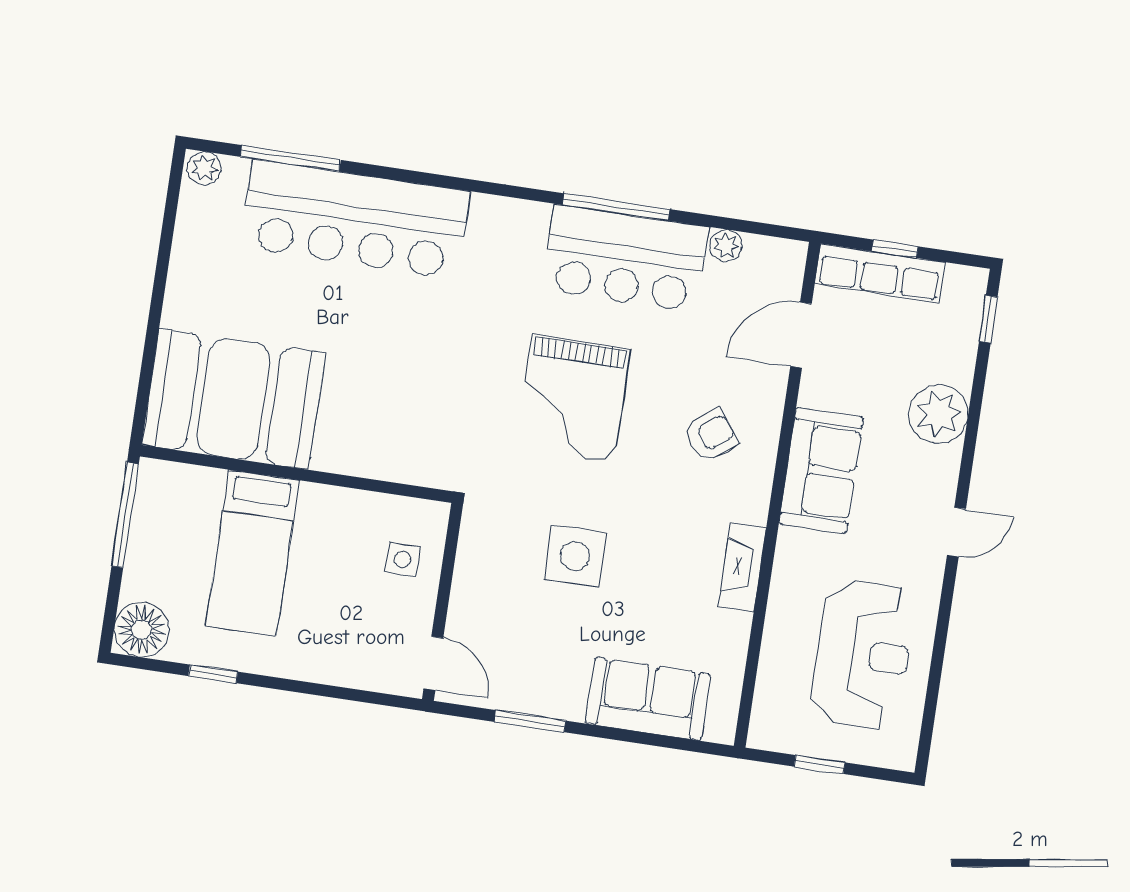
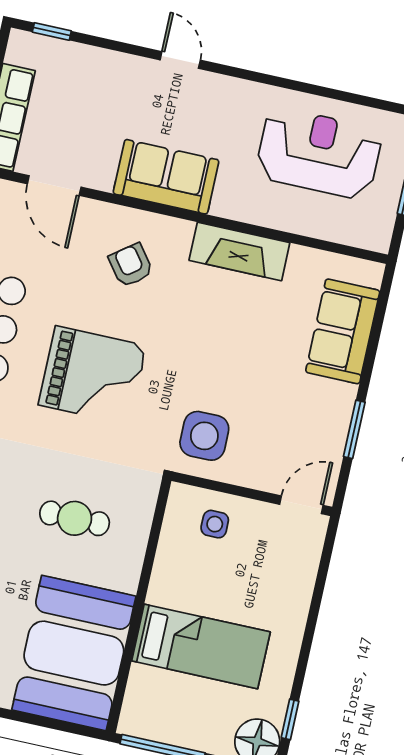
cafe table: (398, 388) -> (75, 518), added
plant: (938, 414) -> (126, 78), removed
door: (956, 532) -> (180, 60), moved
side table: (575, 556) -> (204, 436), moved
fireplace: (742, 567) -> (239, 251), width x1.37, depth x1.32
window: (213, 674) -> (290, 719), moved

